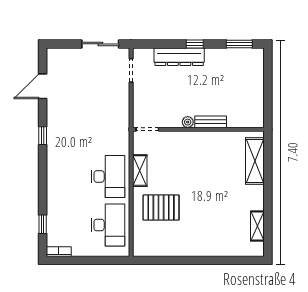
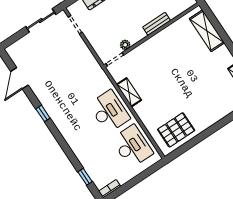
plant: (188, 122) -> (125, 45), moved
pallet: (161, 207) -> (176, 130), moved

